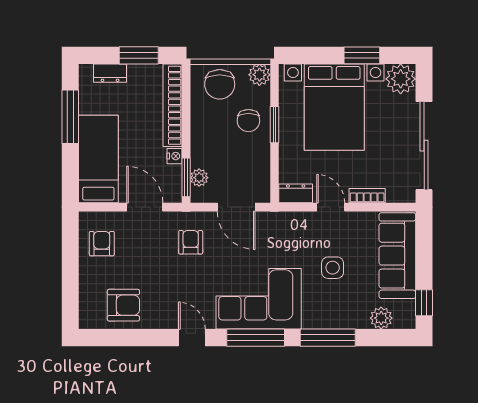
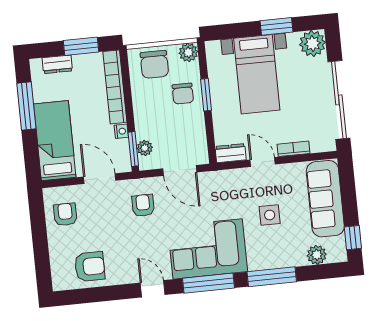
bed with nightstands: (334, 107) -> (257, 74), width x0.73

